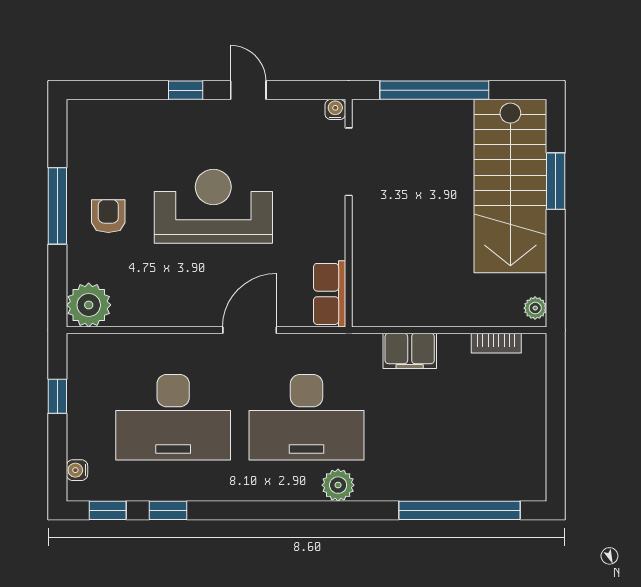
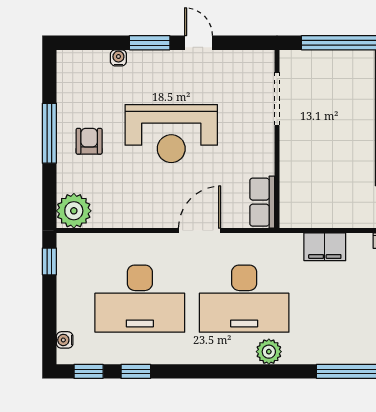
window: (186, 90) -> (150, 43), width x1.50
water cooler: (335, 109) -> (118, 58), moved
reception desk: (213, 206) -> (171, 134), turned 180
window: (57, 396) -> (49, 261), moved

